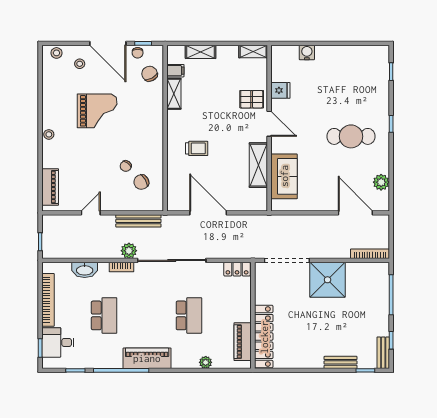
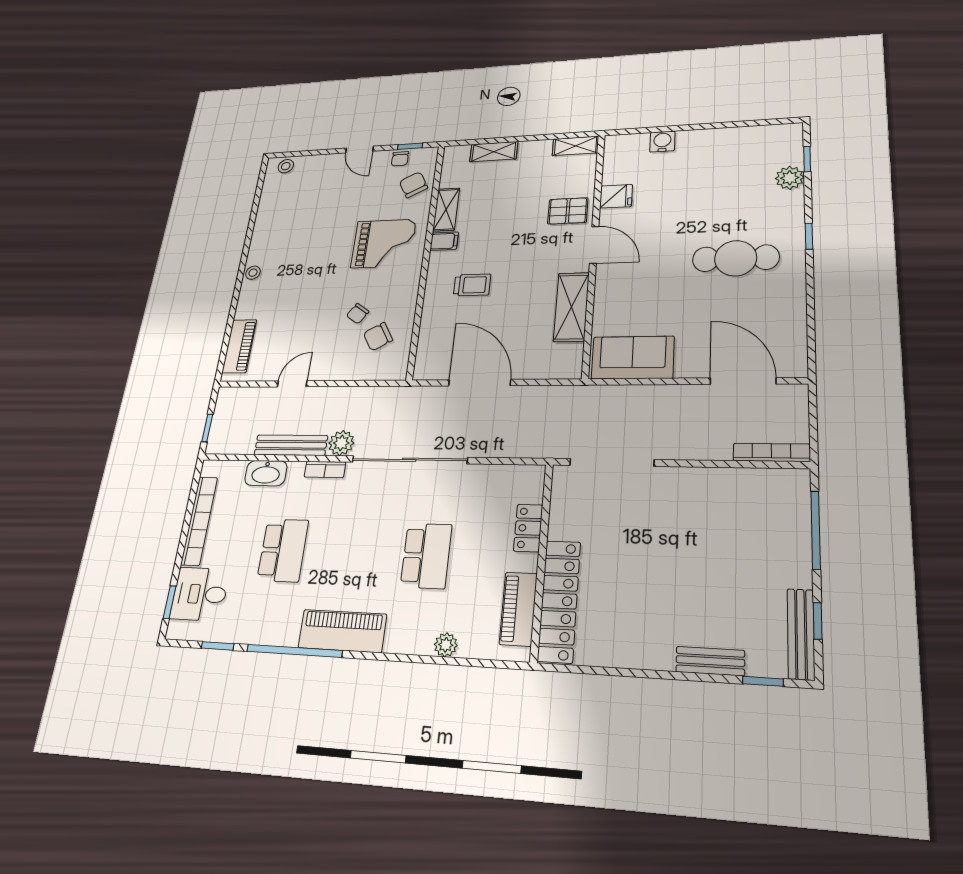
door: (108, 43) -> (359, 150), width x0.53
stool: (80, 64) -> (315, 178), removed
filing cabinet: (175, 71) -> (444, 241), moved
grand piano: (97, 111) -> (384, 243), moved
sofa: (284, 176) -> (633, 357), moved, turned -90
plant: (381, 182) -> (790, 178), moved
bench: (138, 221) -> (291, 445), moved
locker: (237, 269) -> (528, 528), moved, turned 90
shower: (328, 280) -> (687, 498), removed
bench: (383, 353) -> (801, 634), width x1.36

